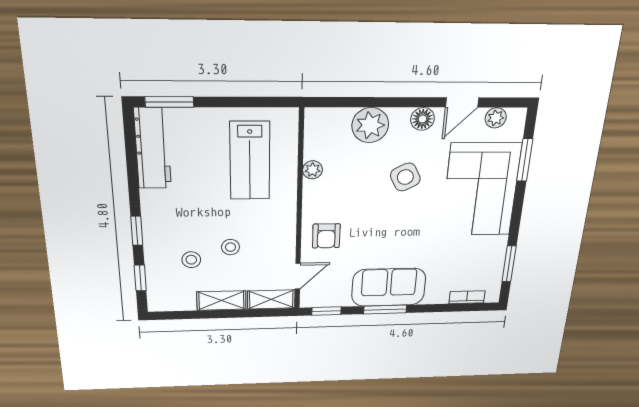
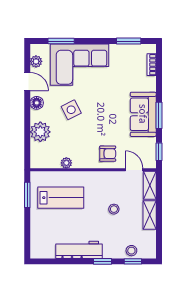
window: (169, 102) -> (27, 195), moved
workbench: (153, 148) -> (79, 250), moved
stool: (191, 260) -> (131, 251), moved

